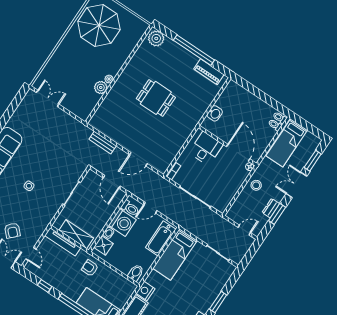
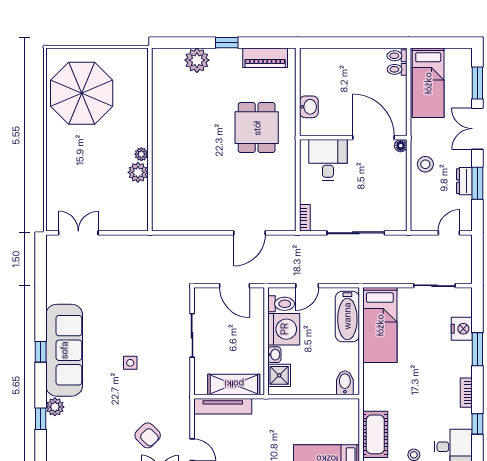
plant: (156, 38) -> (197, 60), moved
window: (194, 50) -> (227, 43), width x0.32
dining table: (156, 98) -> (257, 128), moved, turned 90
bench: (103, 143) -> (188, 242), removed
armchair: (90, 268) -> (281, 417), removed
nightstand: (145, 291) -> (462, 329), moved, turned 180

